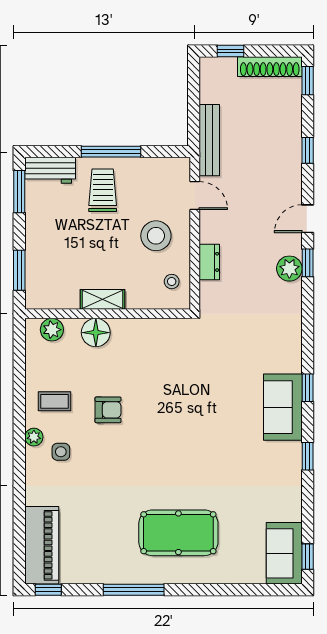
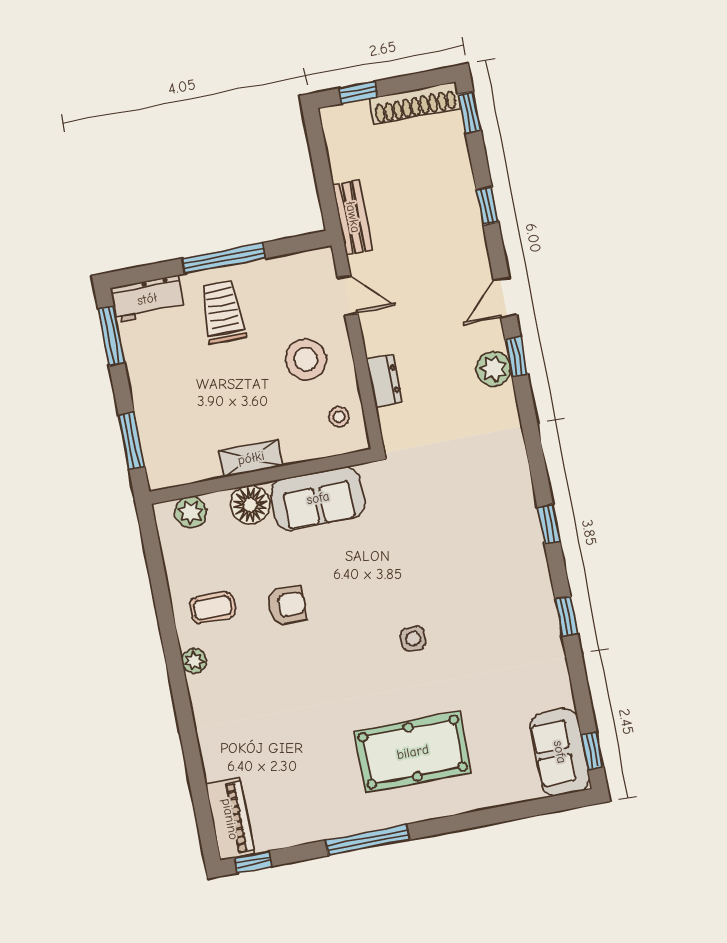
bench: (209, 140) -> (353, 217), width x0.73
sofa: (283, 407) -> (318, 498), moved, turned -90
side table: (61, 452) -> (413, 639), moved
piano: (42, 545) -> (230, 819), width x0.73, depth x0.75

